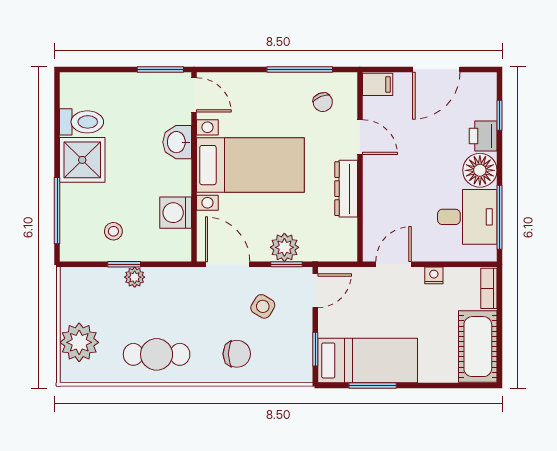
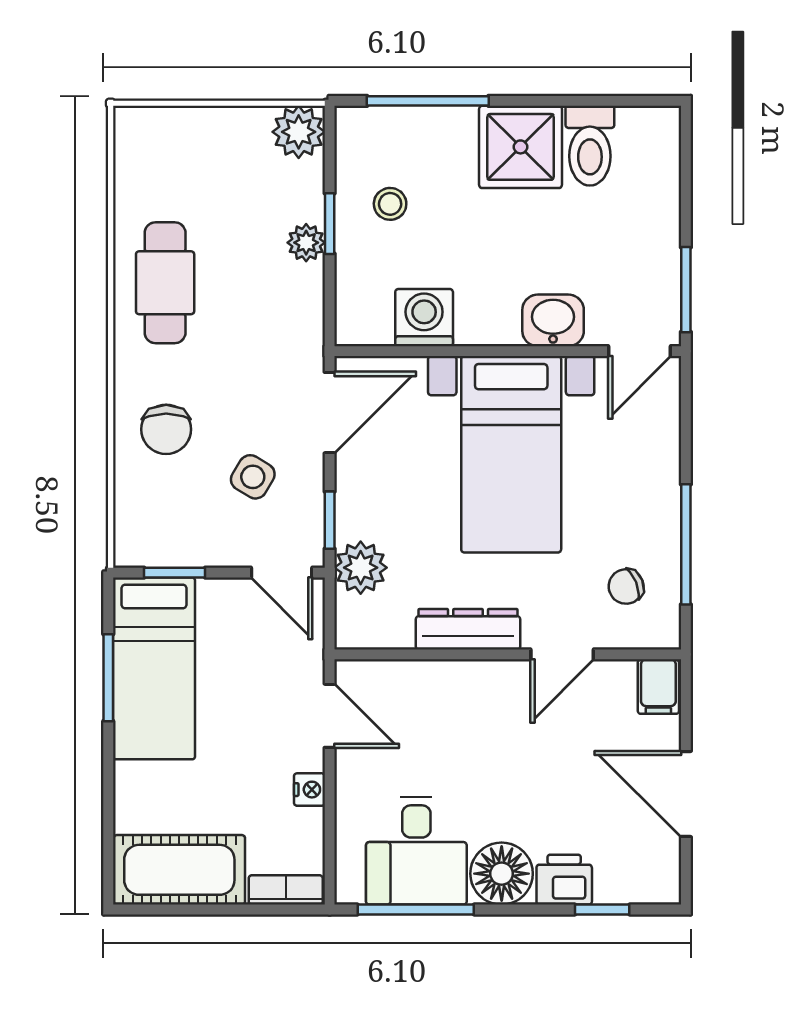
plant: (284, 247) -> (361, 568), moved
plant: (79, 342) -> (299, 132), moved, width x0.73, depth x0.73

